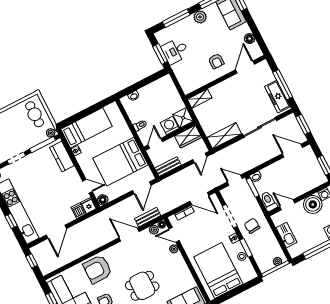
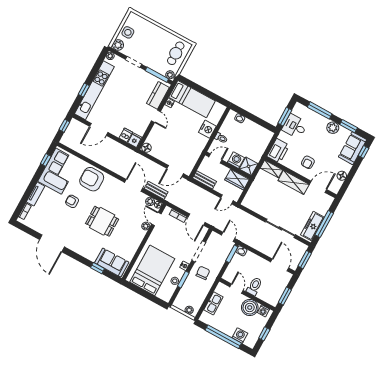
printer: (187, 81) -> (278, 151), added
nightstand: (124, 132) -> (207, 129), added
shelving: (224, 136) -> (294, 182), moved
bed: (120, 162) -> (184, 142), removed
door: (87, 186) -> (156, 116), moved
toilet: (269, 201) -> (254, 286), moved

